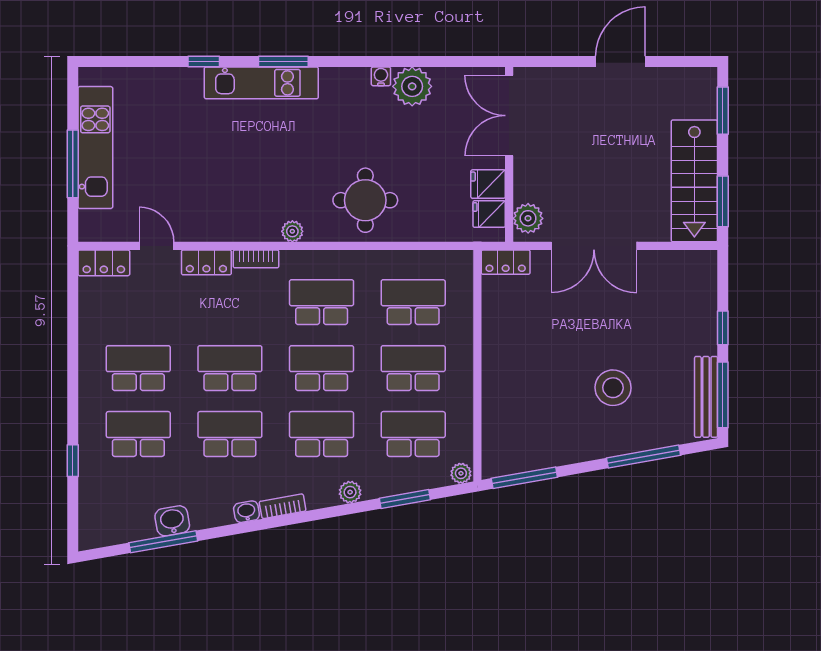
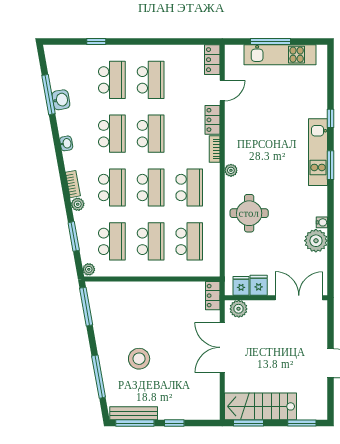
bookcase: (283, 506) -> (73, 184), moved

